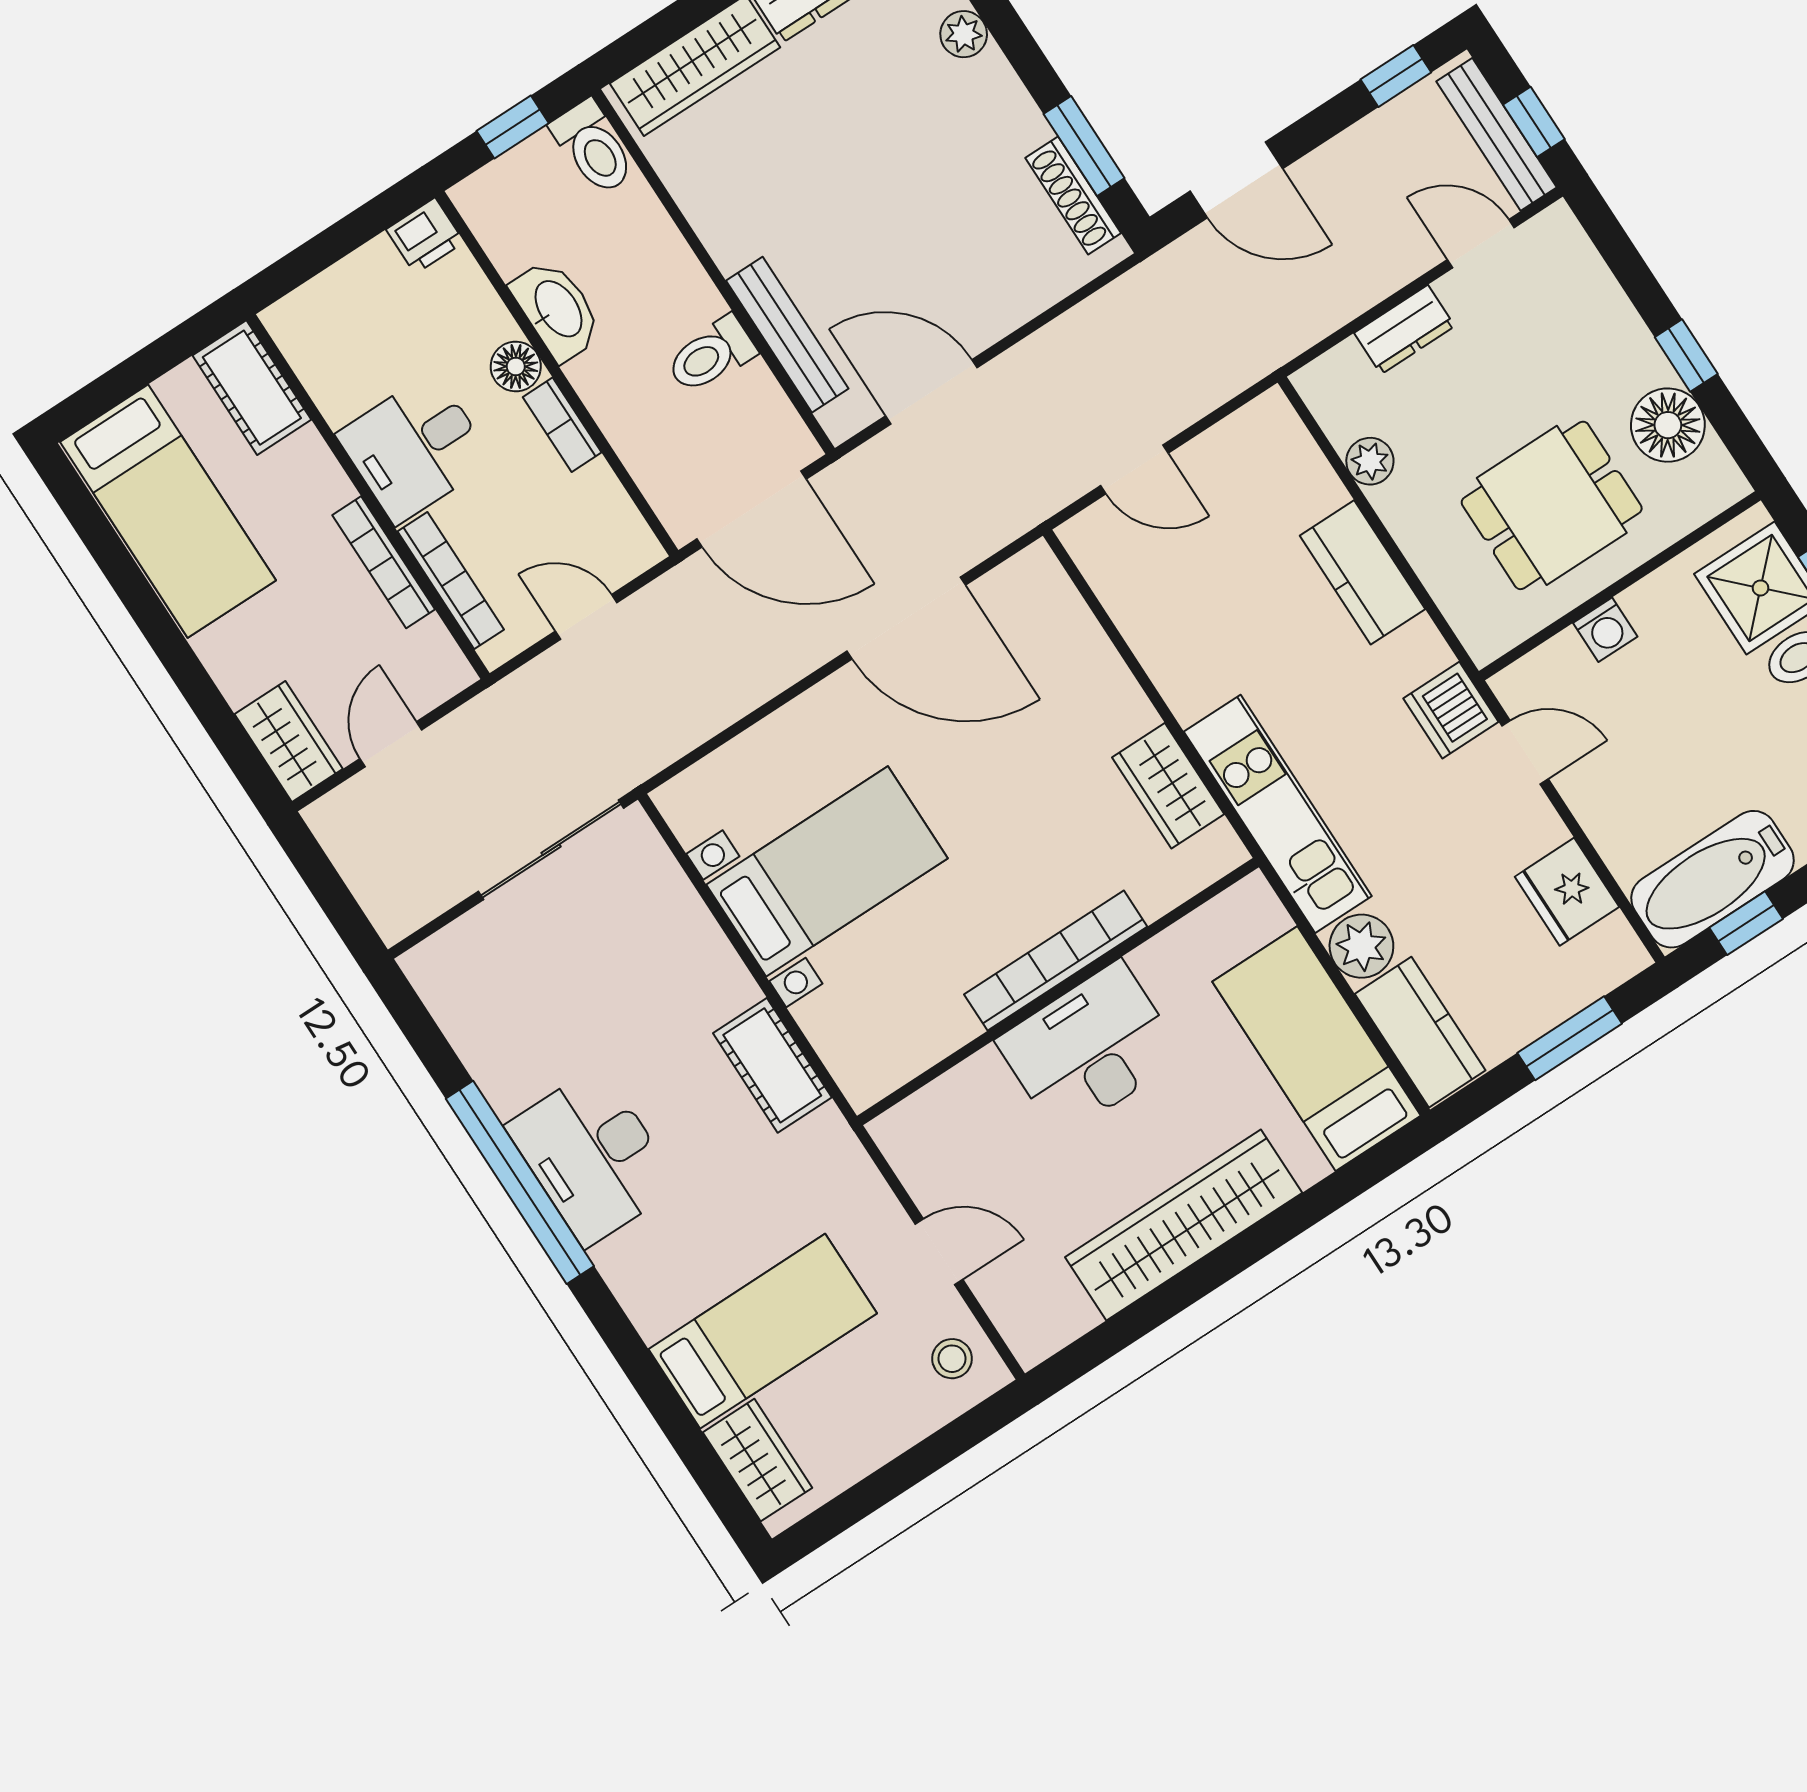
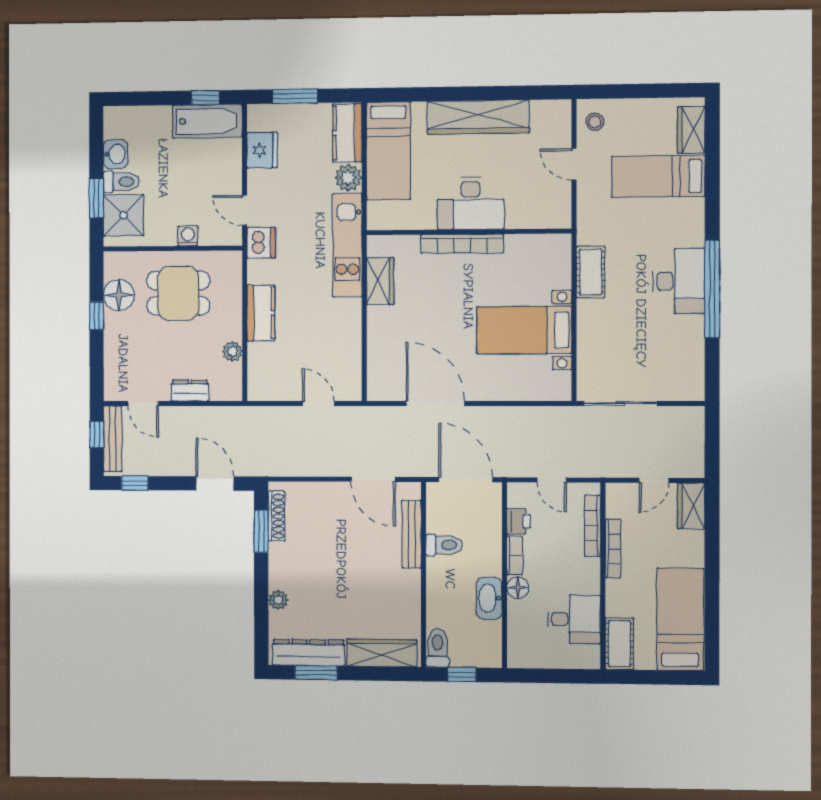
printer: (425, 236) -> (518, 521), moved, turned 90
desk: (415, 448) -> (574, 619), moved

